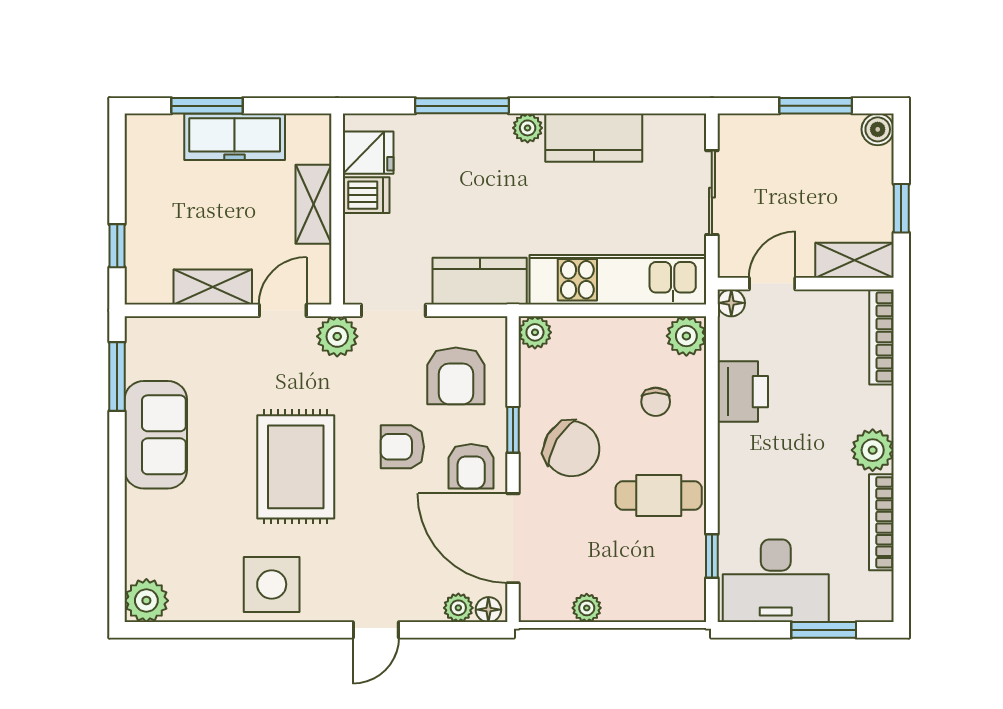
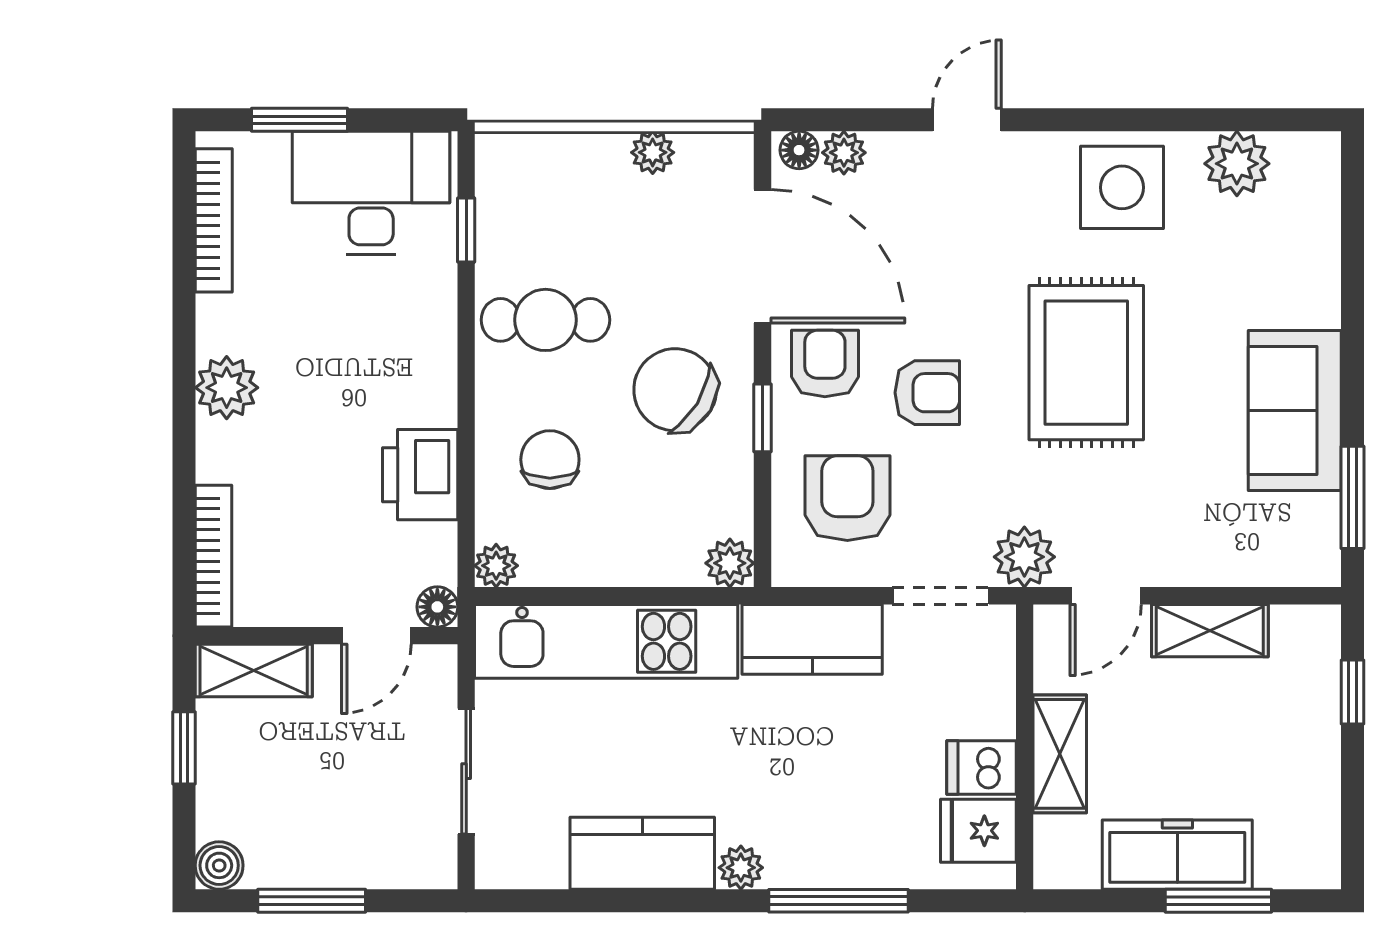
plant: (686, 336) -> (496, 566), width x0.73, depth x0.73
chair: (656, 402) -> (550, 460), width x1.37, depth x1.37
bookcase: (881, 522) -> (214, 220), moved
plant: (146, 601) -> (1237, 164), moved

